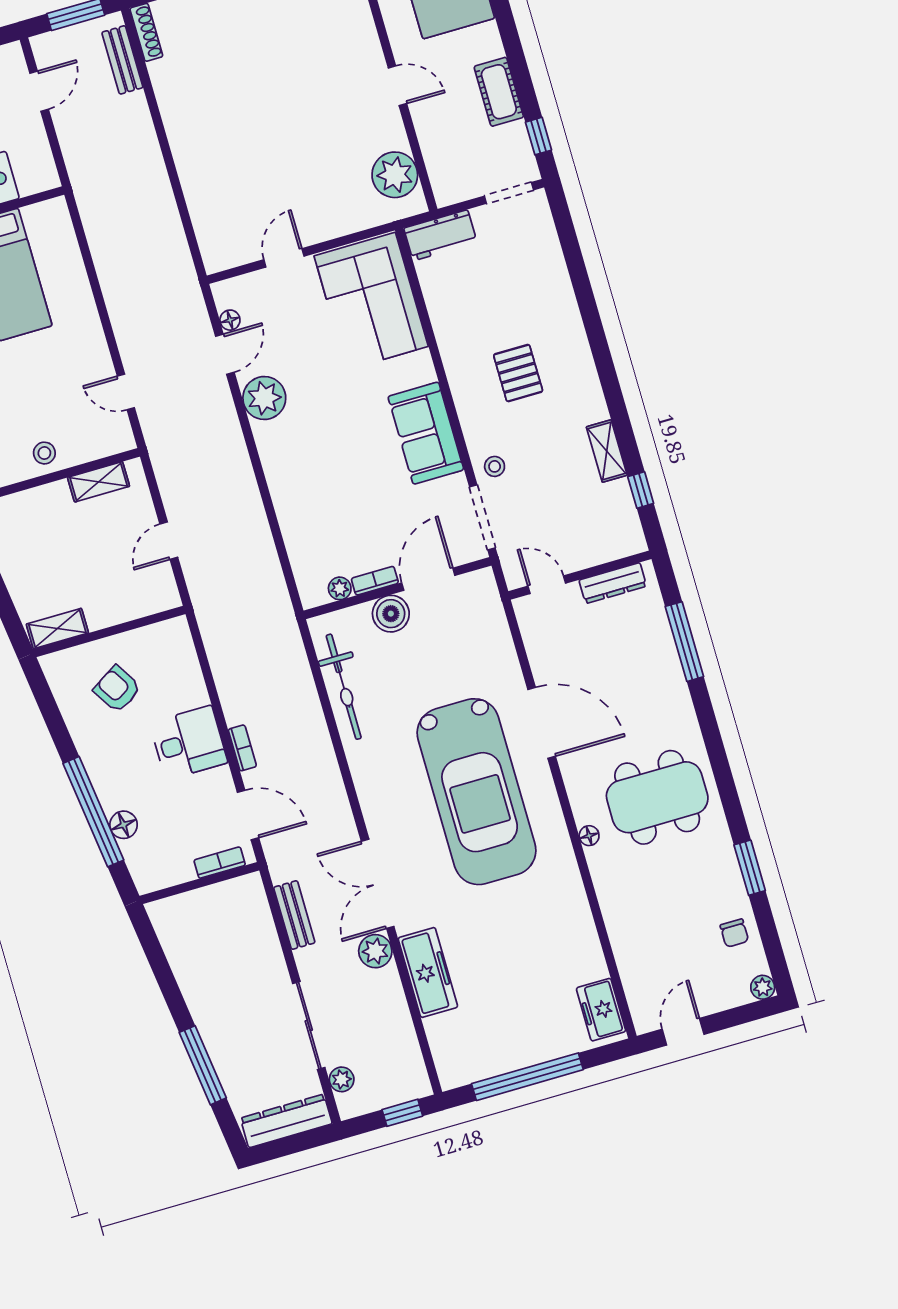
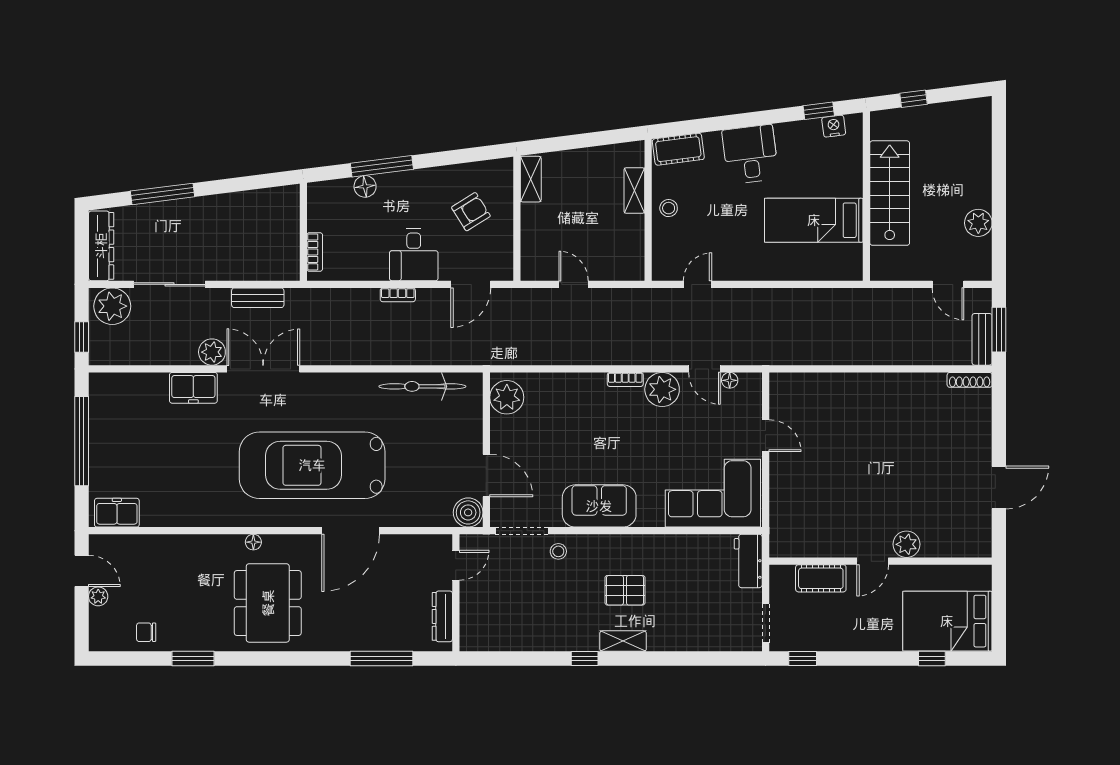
bench: (122, 60) -> (982, 339), moved, turned 90
cot: (499, 92) -> (821, 578), moved
plant: (395, 175) -> (906, 544), moved, width x0.73, depth x0.73
shelving: (607, 451) -> (623, 641), moved
shelving: (99, 482) -> (634, 191), moved
window: (641, 490) -> (585, 659), moved
bookcase: (375, 581) -> (625, 379), moved, turned 90
plant: (340, 588) -> (507, 397), width x1.88, depth x1.88
boiler: (391, 614) -> (468, 512), moved
window: (93, 812) -> (382, 166), width x0.68
door: (248, 815) -> (471, 284), moved
freezer: (428, 972) -> (193, 388), width x0.71
plant: (763, 987) -> (98, 596), moved
plant: (342, 1079) -> (112, 306), width x1.88, depth x1.88

